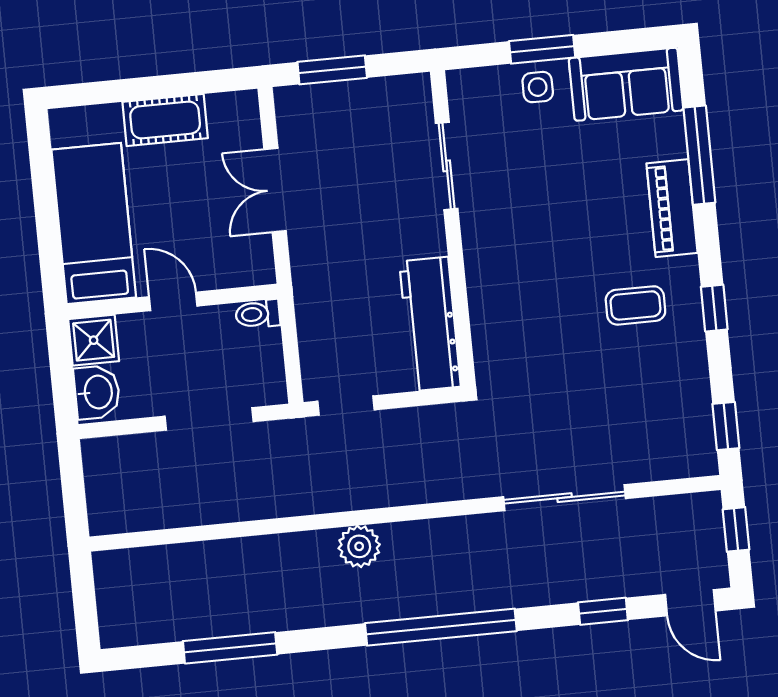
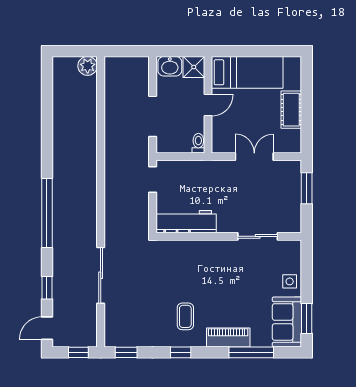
window: (542, 49) -> (307, 318), moved
plant: (359, 546) -> (88, 66), moved
window: (230, 648) -> (47, 116), removed

